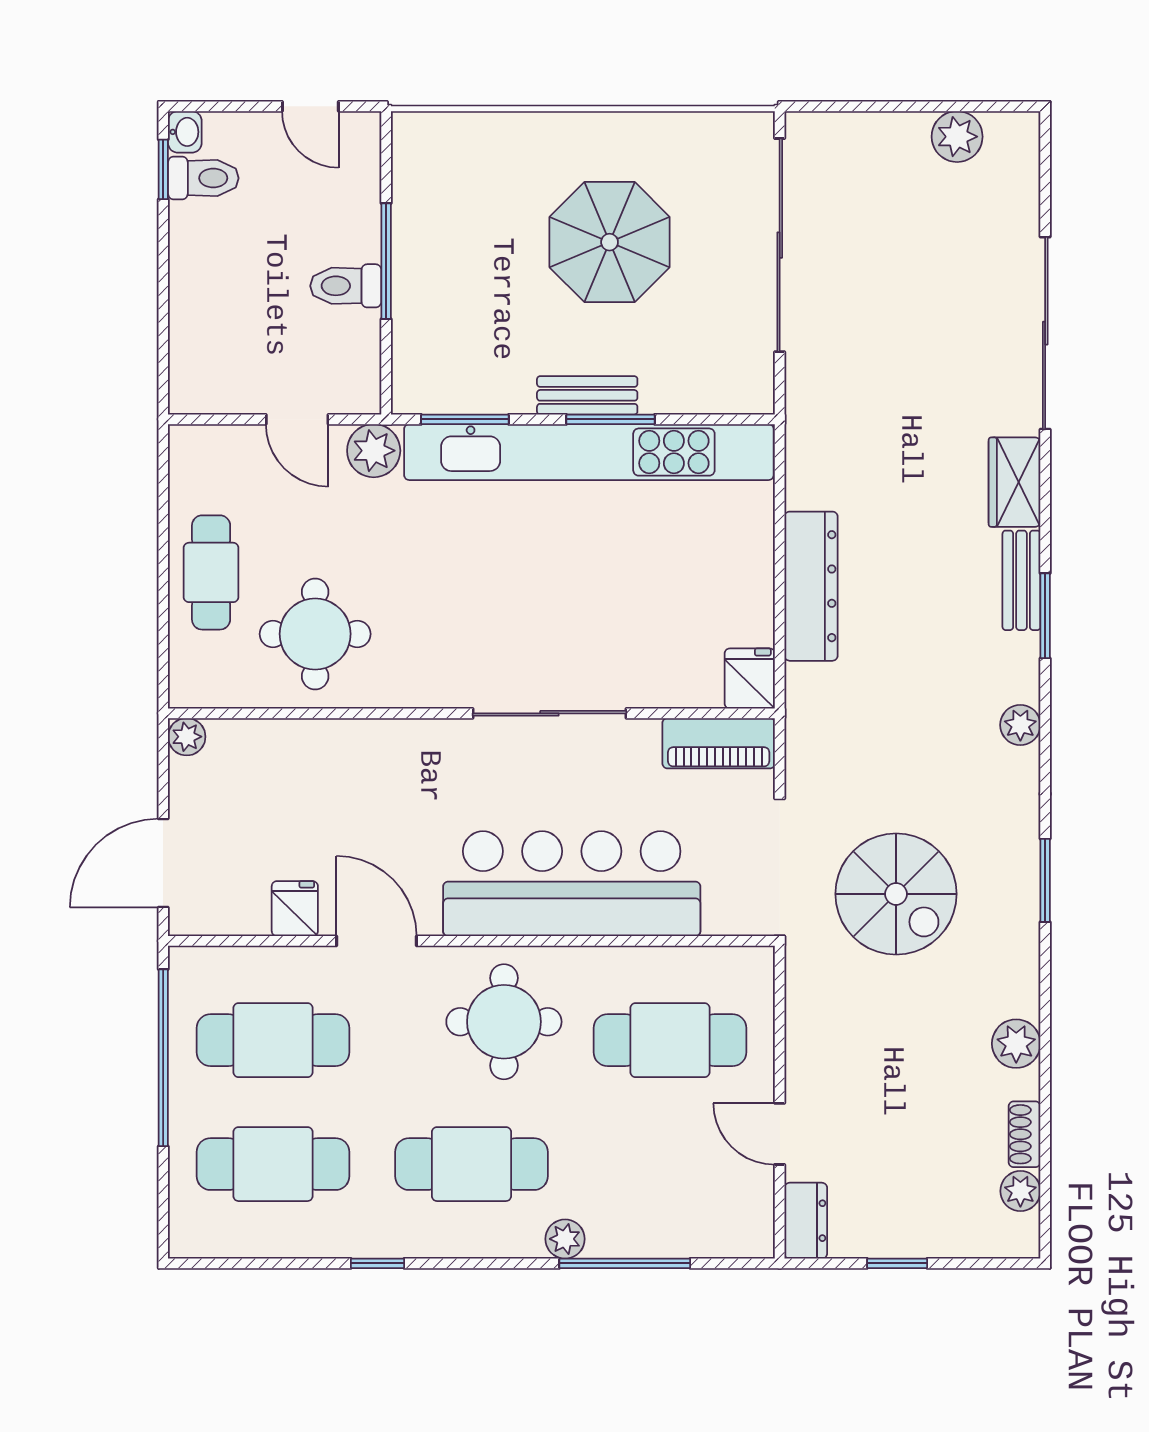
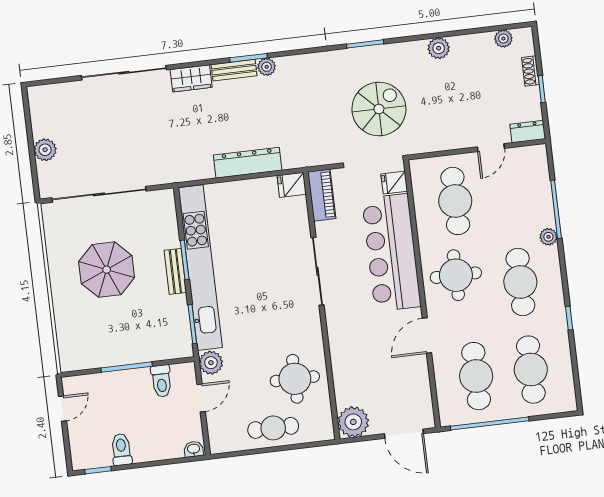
washbasin: (185, 132) -> (194, 449), moved
plant: (957, 137) -> (45, 150), moved
toilet: (203, 178) -> (121, 449), moved
toilet: (346, 286) -> (161, 381), moved
plant: (1020, 725) -> (267, 67), moved
plant: (187, 737) -> (353, 422), width x1.88, depth x1.88
fridge: (295, 909) -> (394, 183), moved
shoe rack: (1025, 1134) -> (530, 71), moved, turned 90

